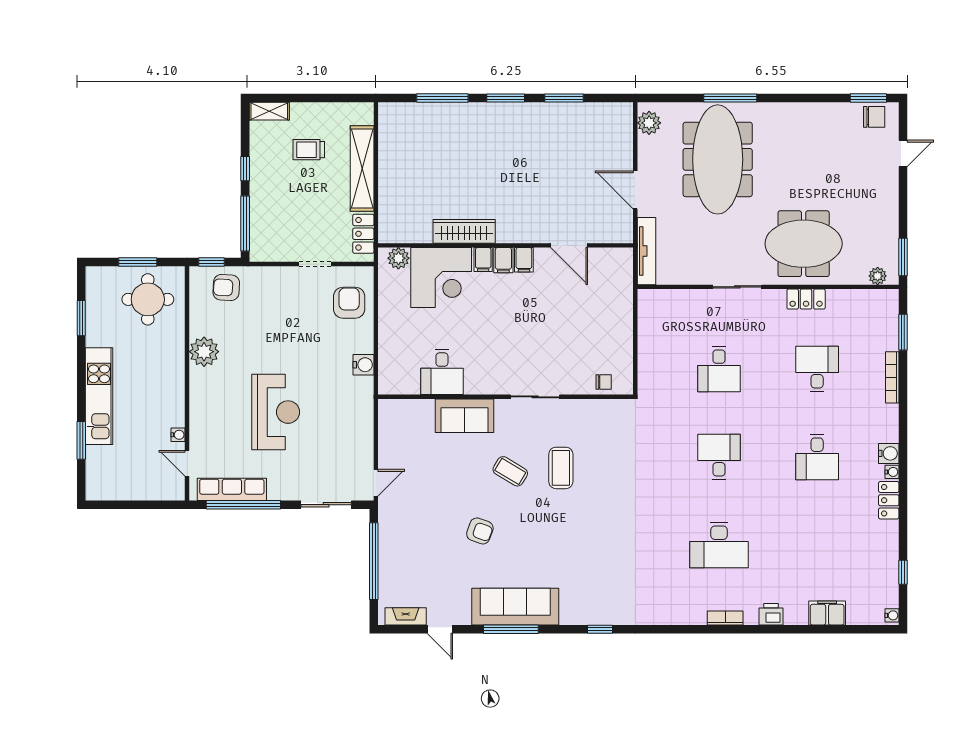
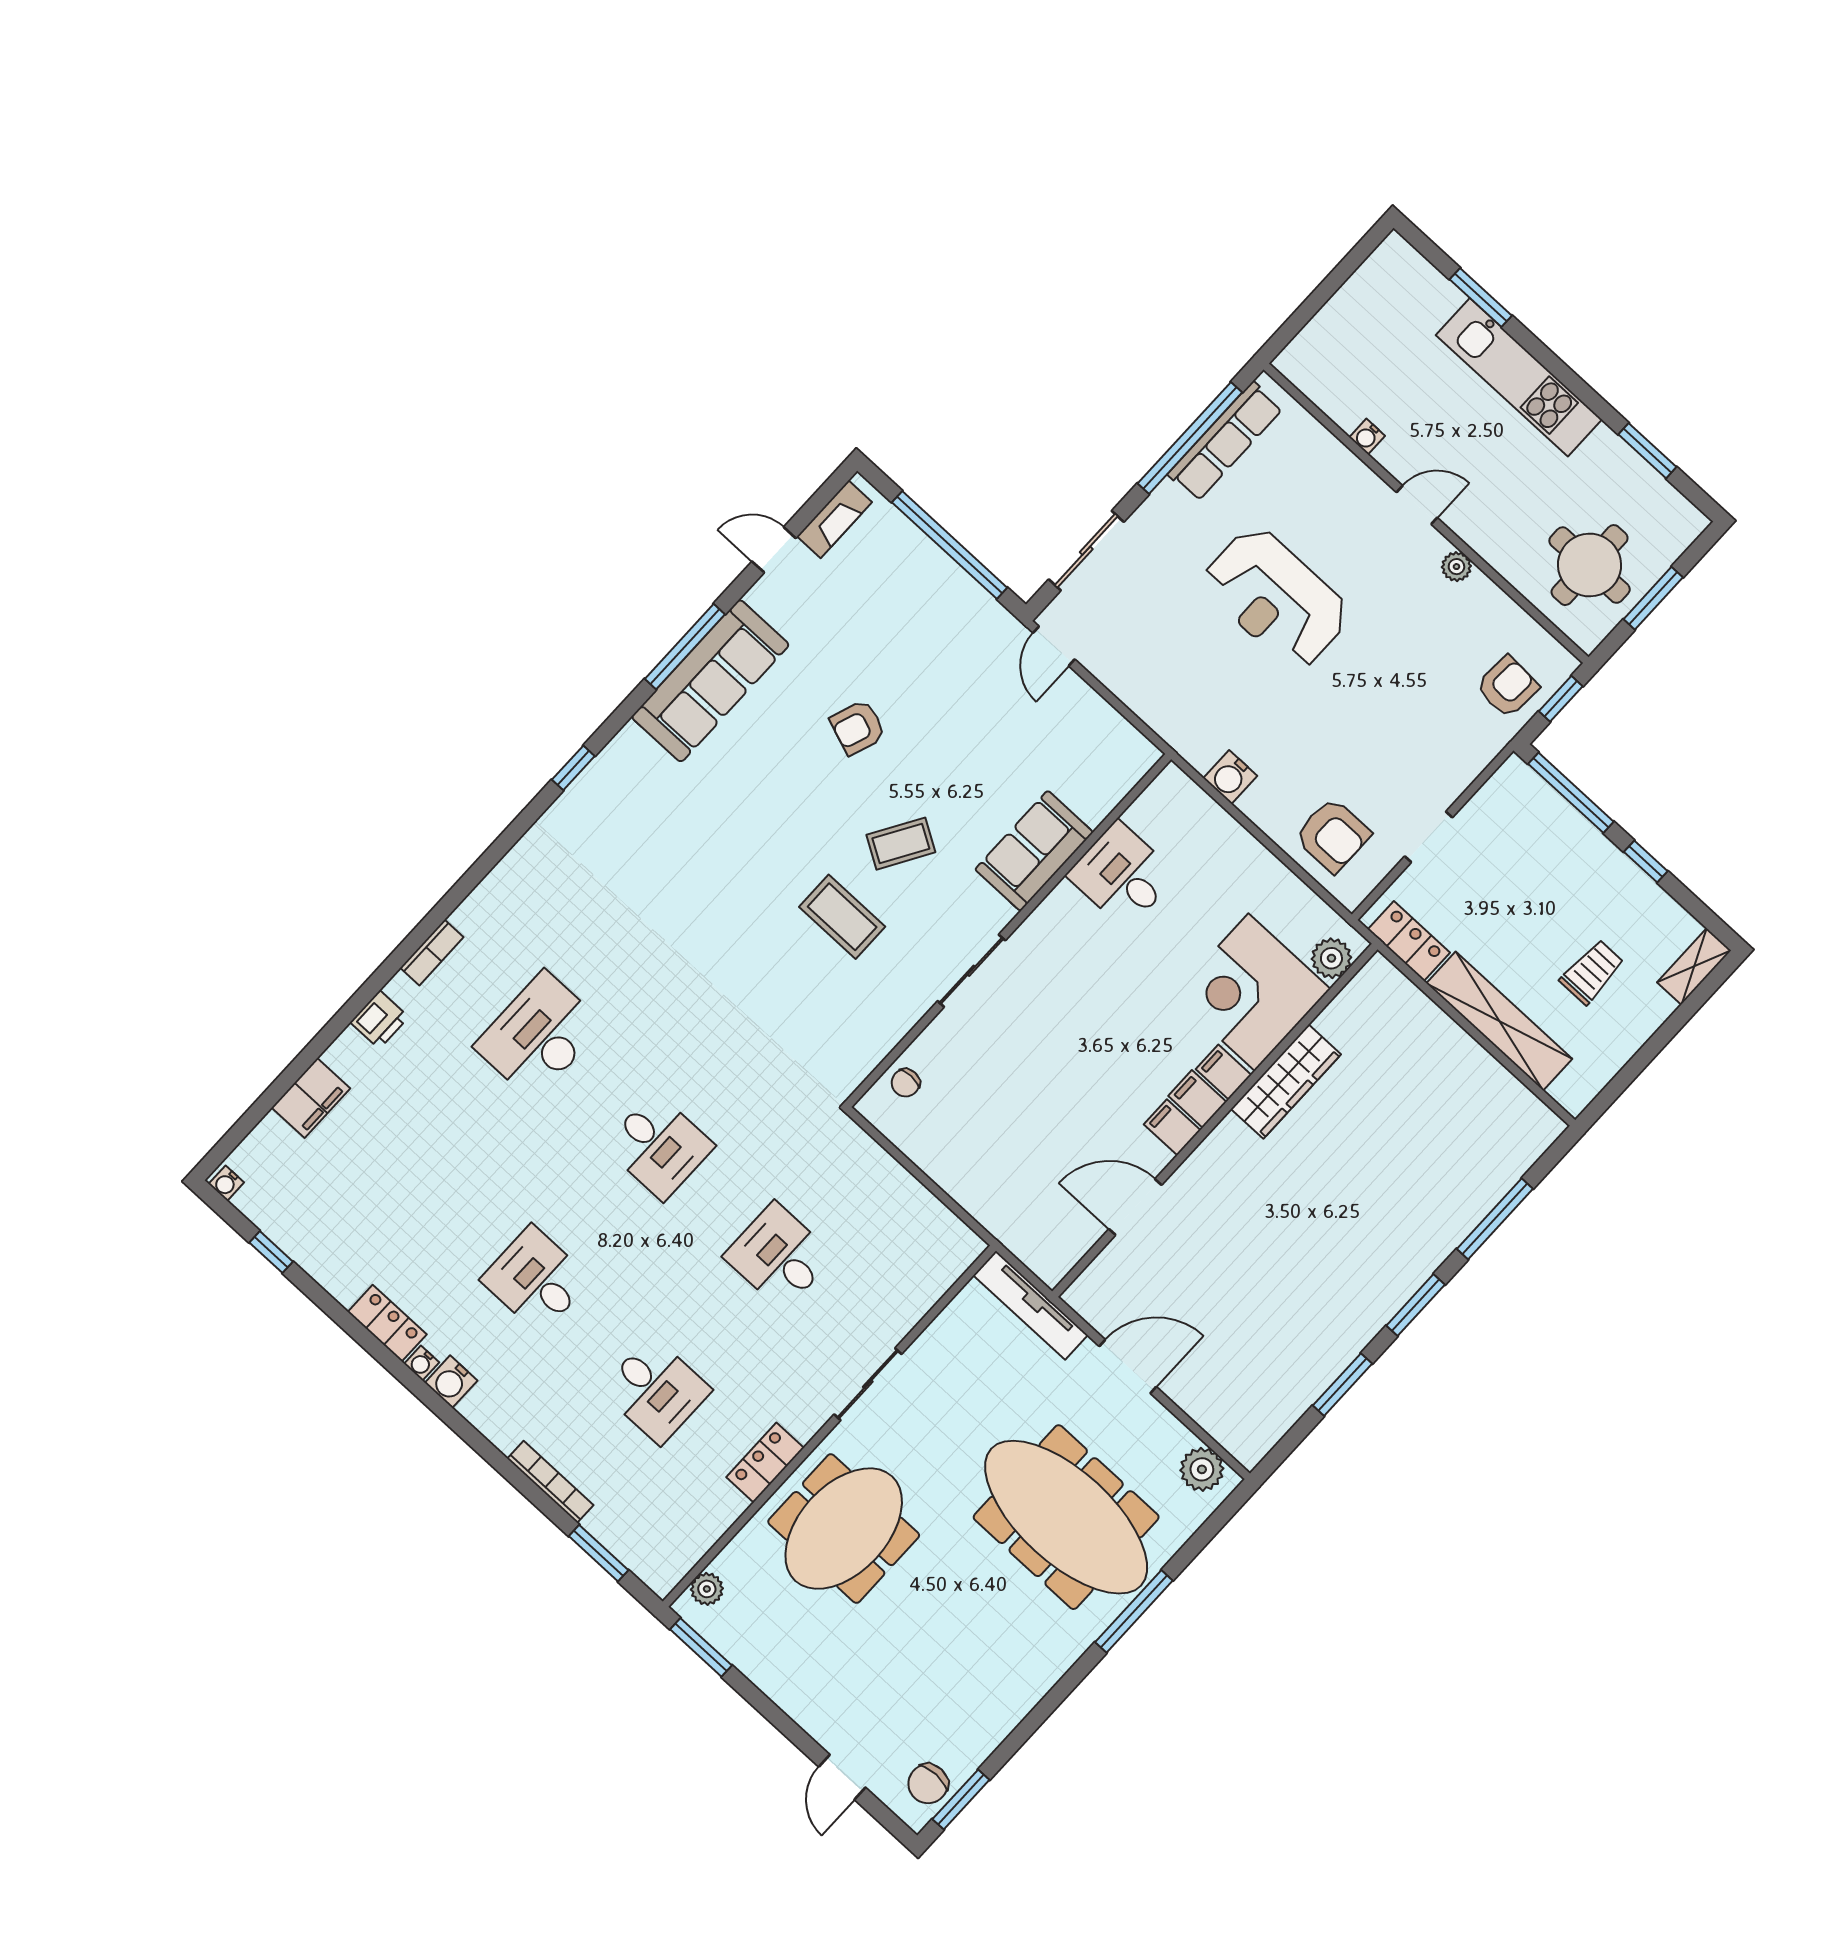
plant: (204, 352) -> (1456, 567), width x0.53, depth x0.53
door: (187, 463) -> (1417, 505), moved

